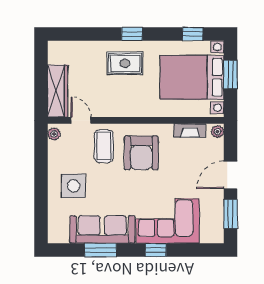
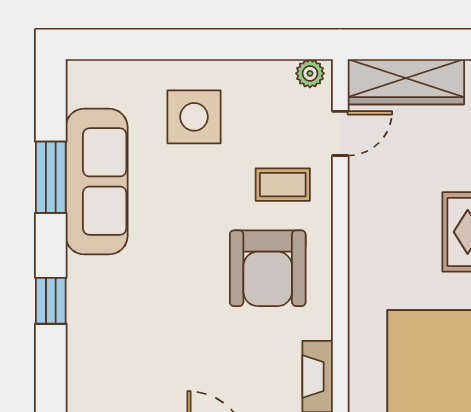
coffee table: (104, 146) -> (283, 185), width x0.73, depth x0.77
armchair: (141, 153) -> (268, 268), turned -90
corner sofa: (168, 221) -> (116, 327), removed

